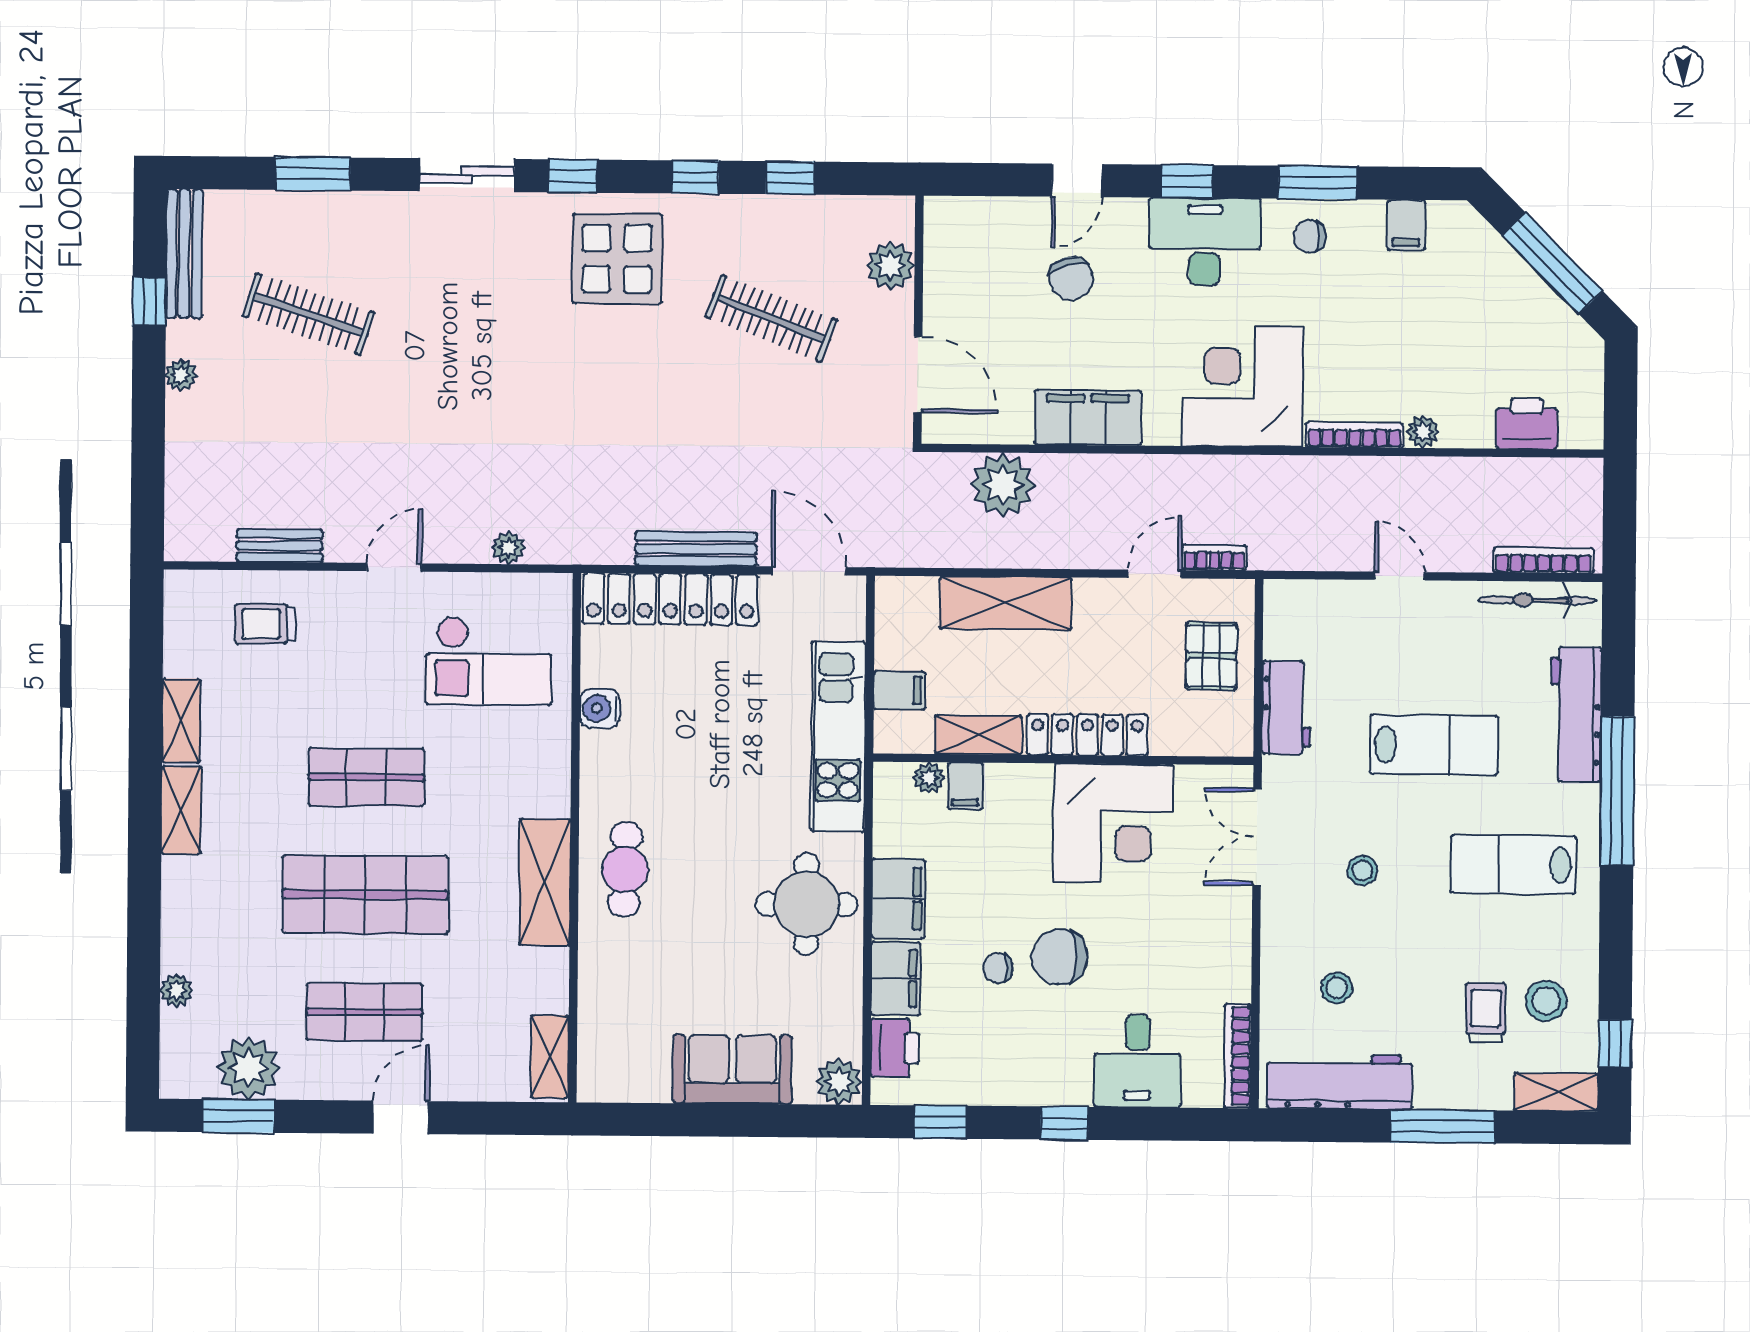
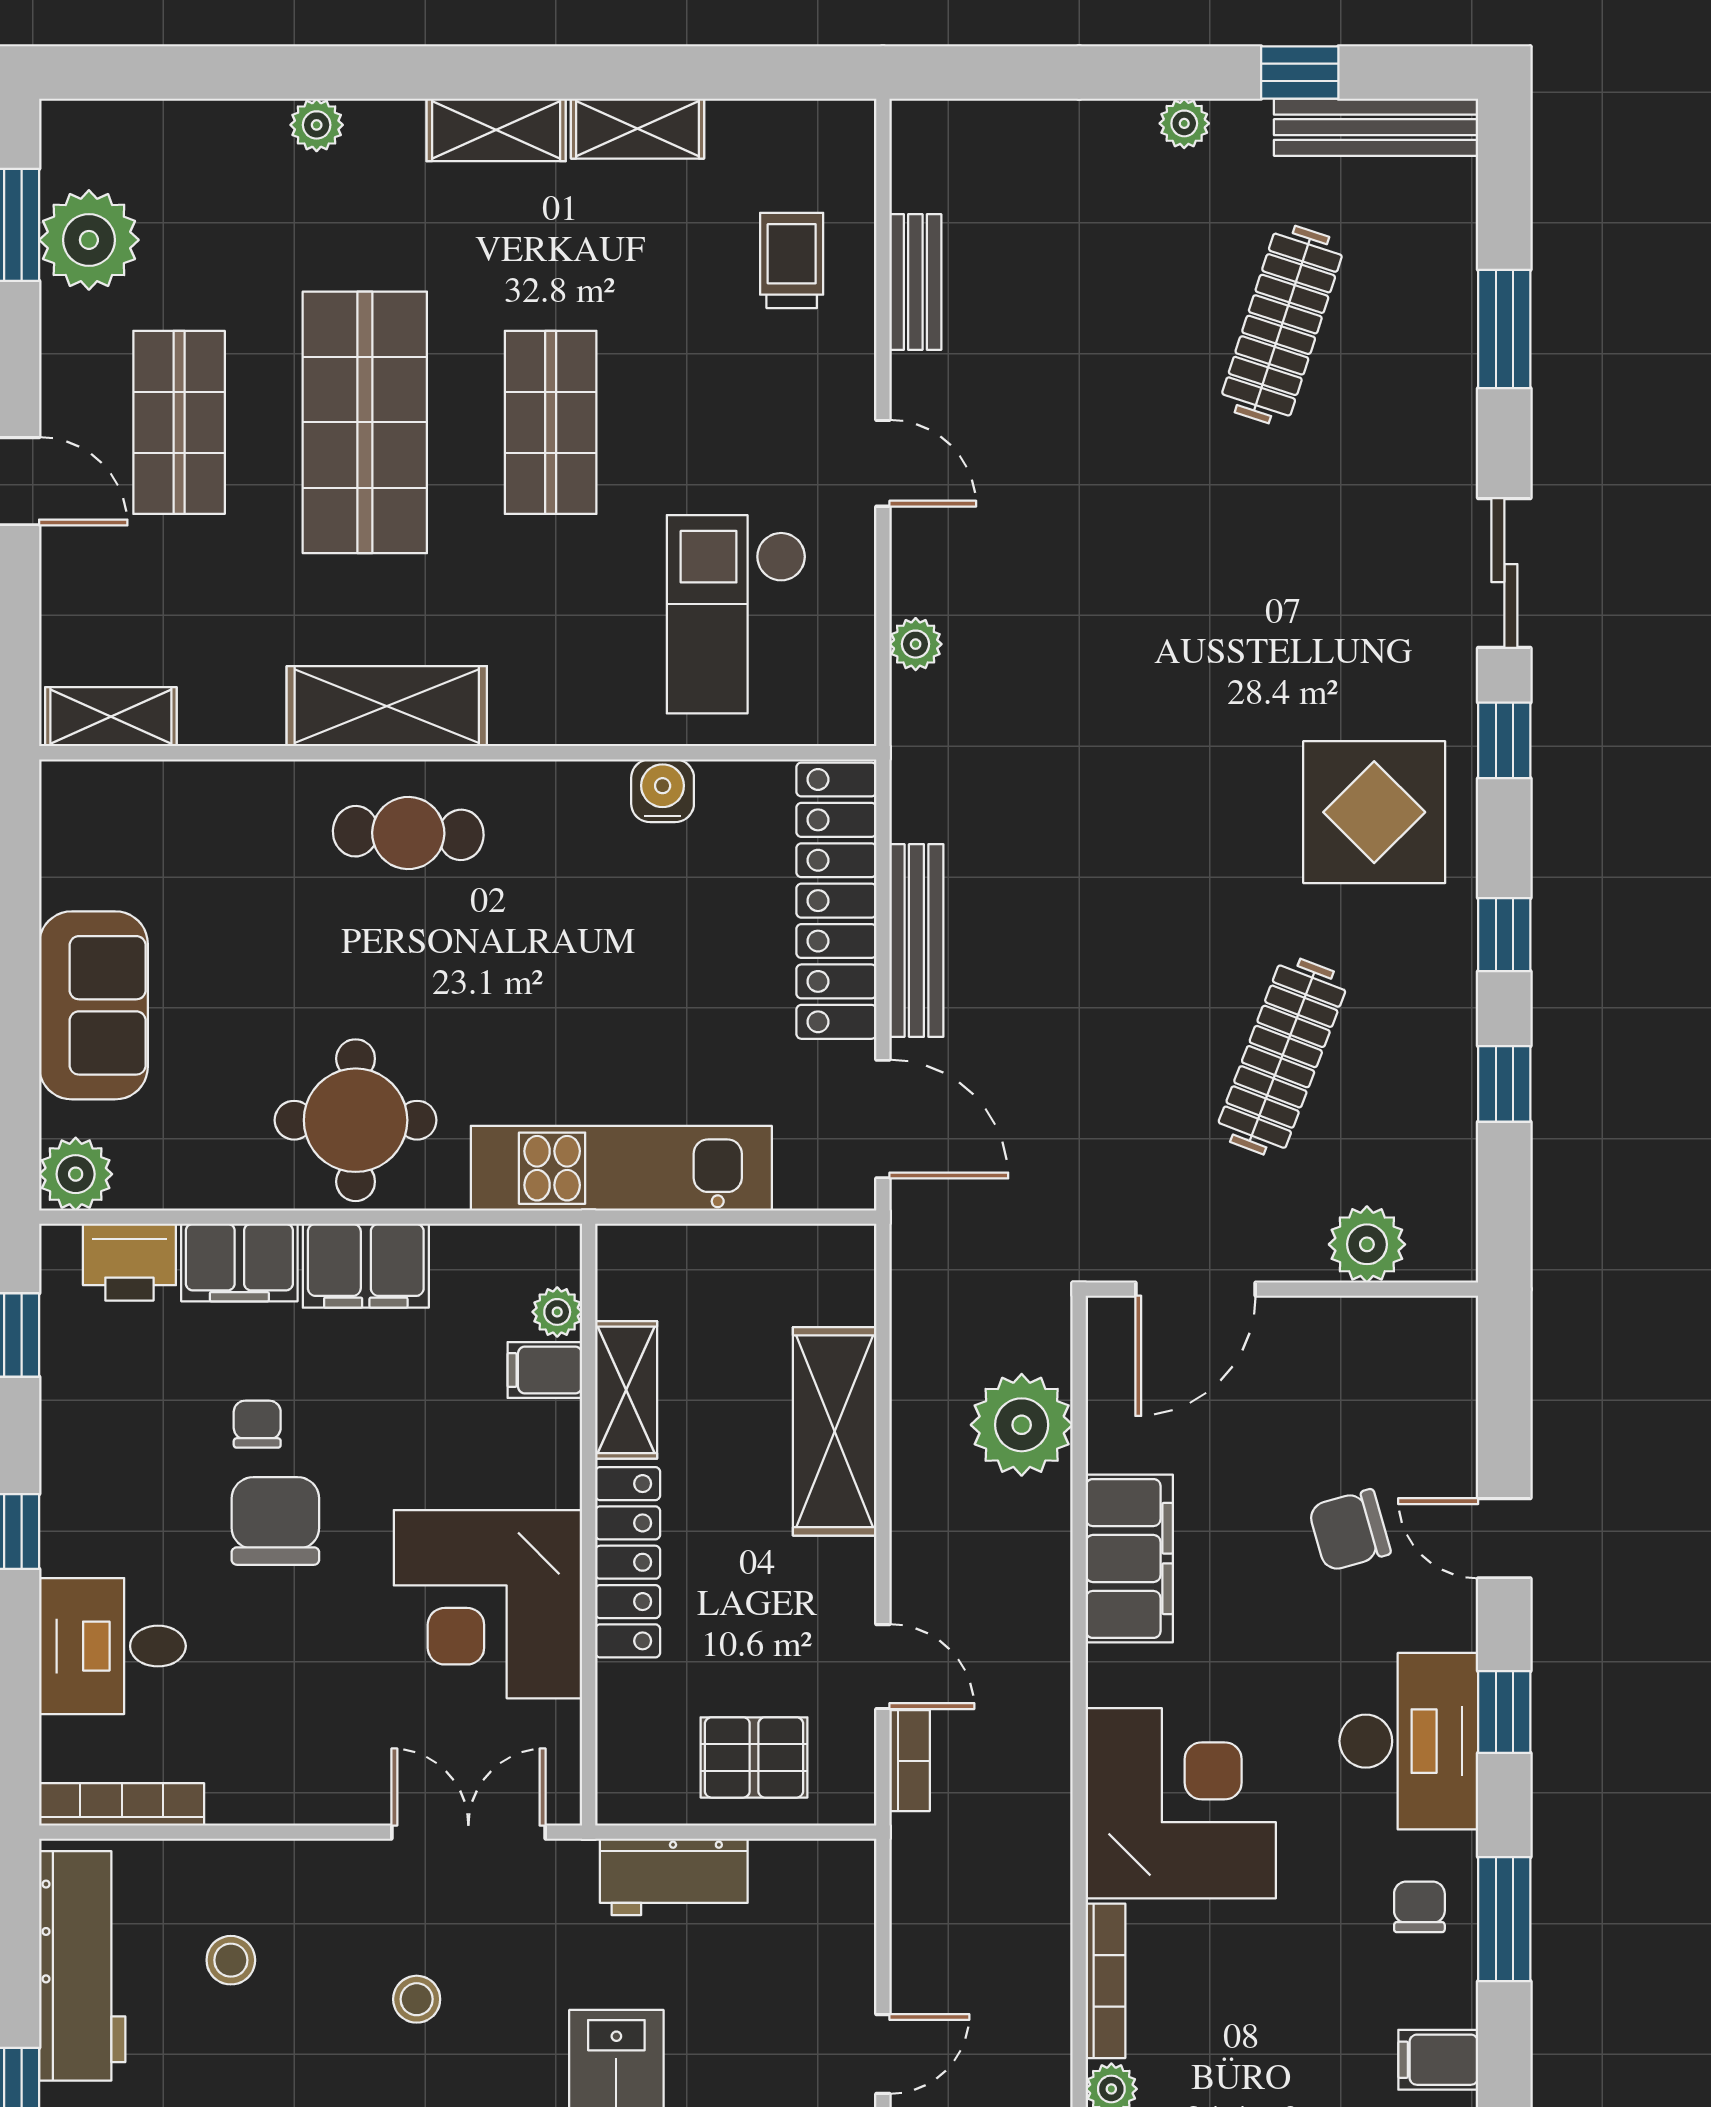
door: (809, 571) -> (883, 1119), hinge flipped
filing cabinet: (899, 690) -> (695, 1264), removed
plant: (176, 990) -> (317, 125), moved

